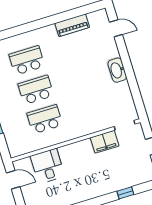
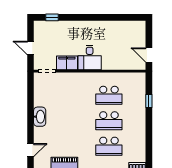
door: (116, 28) -> (30, 150), swing flipped
desk: (48, 166) -> (90, 57), moved
window: (125, 193) -> (52, 17), moved

